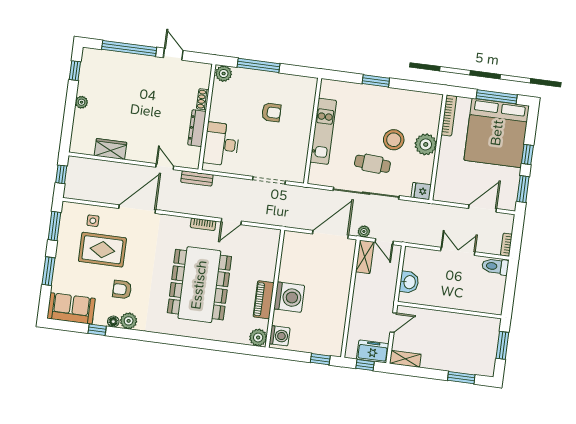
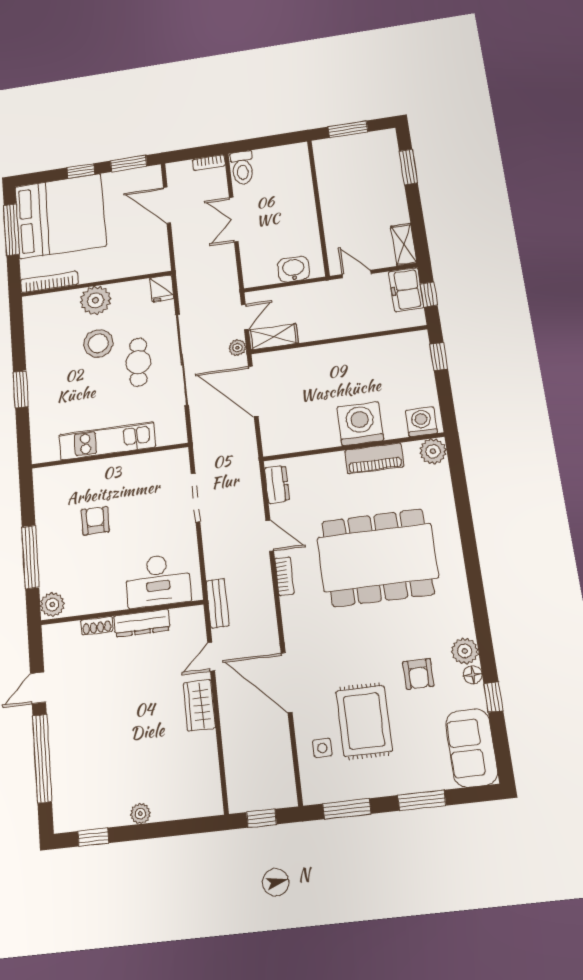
wardrobe: (110, 149) -> (199, 705), moved
dresser: (263, 234) -> (277, 484), added

